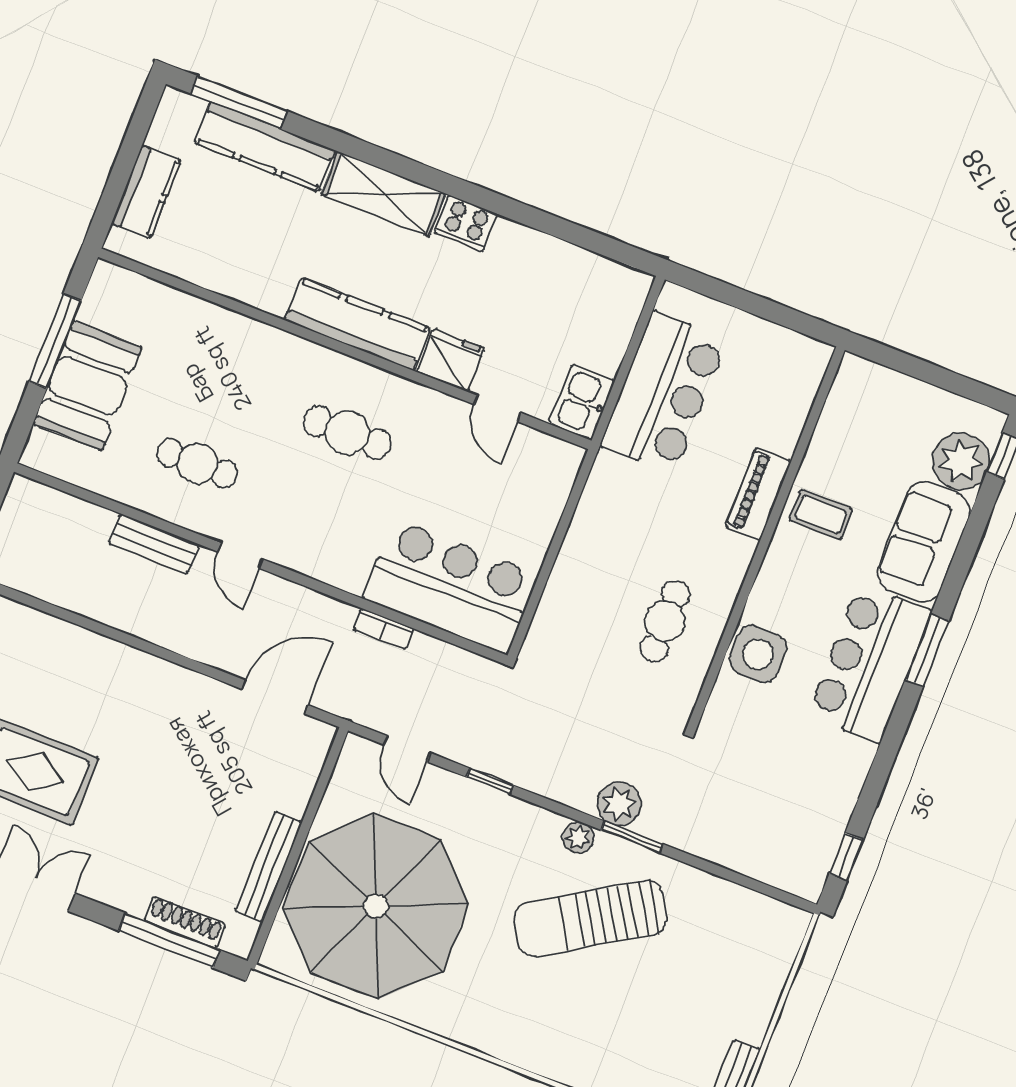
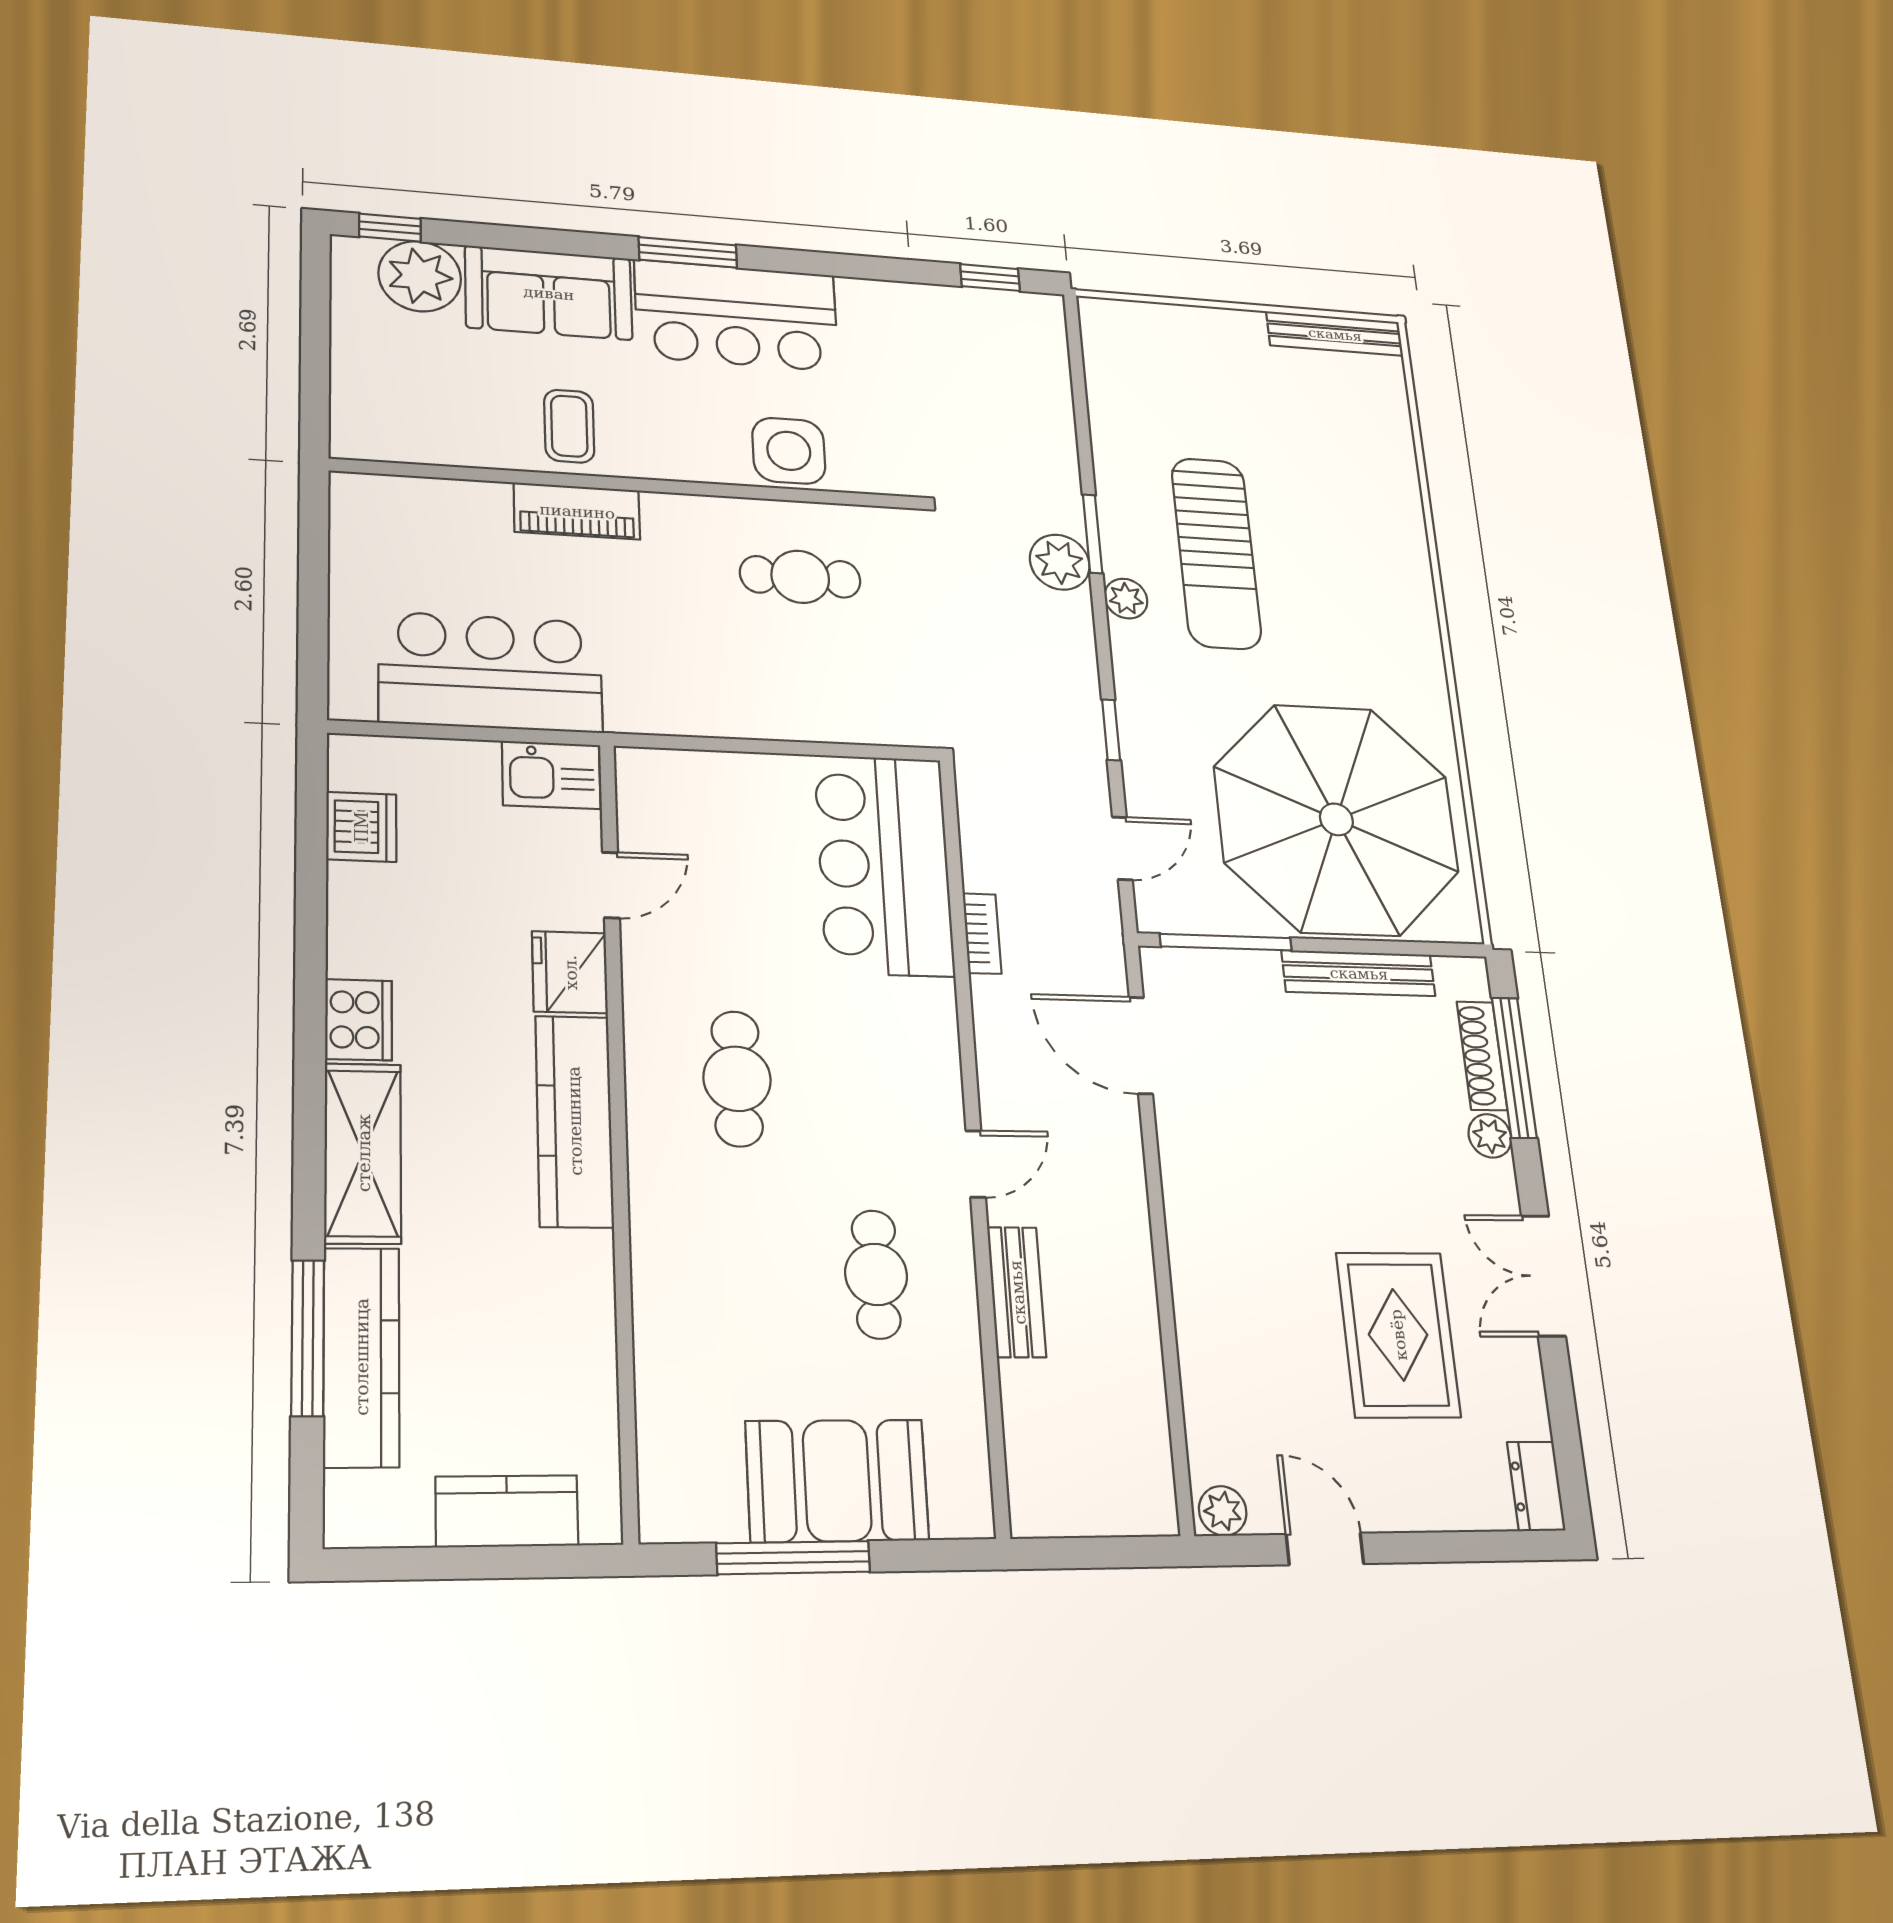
window: (239, 102) -> (308, 1338), moved
dishwasher: (587, 273) -> (361, 827), added
window: (321, 787) -> (1226, 942), added
plant: (132, 900) -> (1490, 1136), added
sun lounger: (590, 918) -> (1216, 553), turned 32

